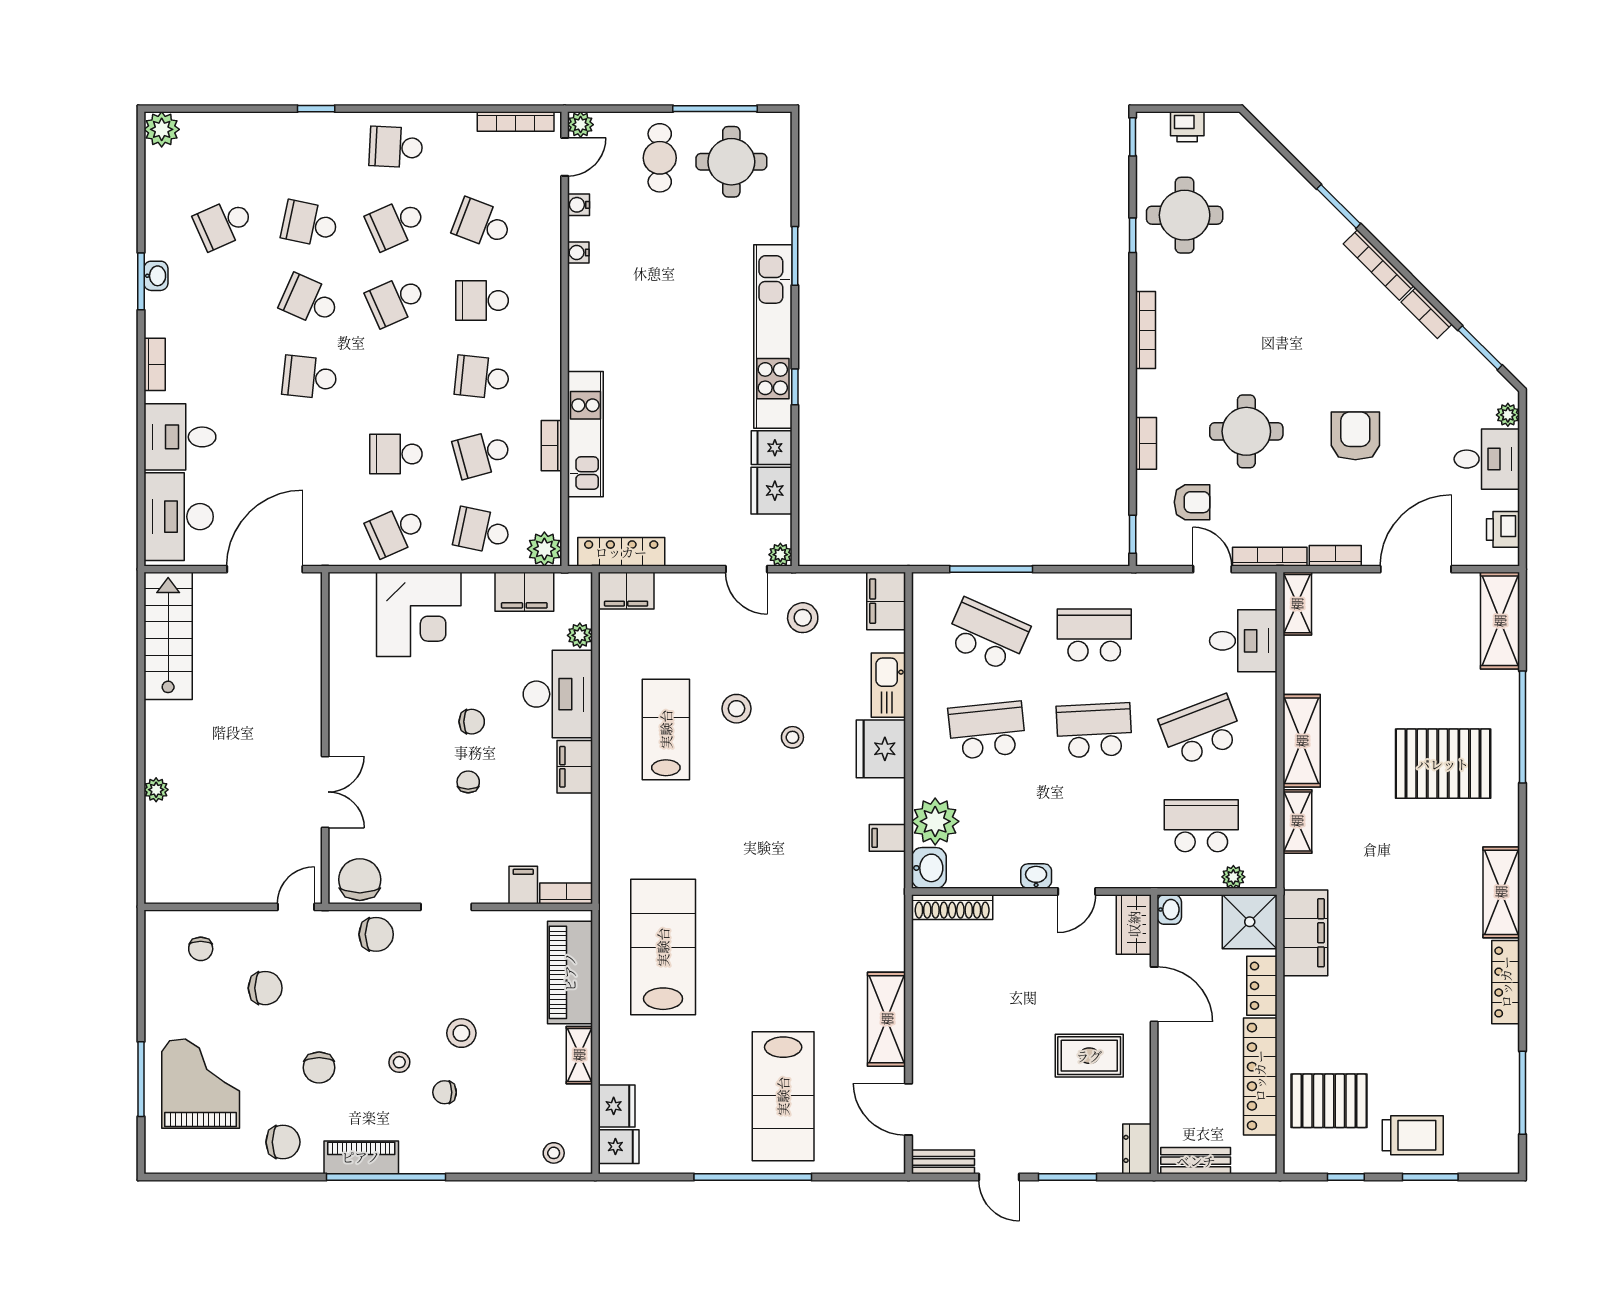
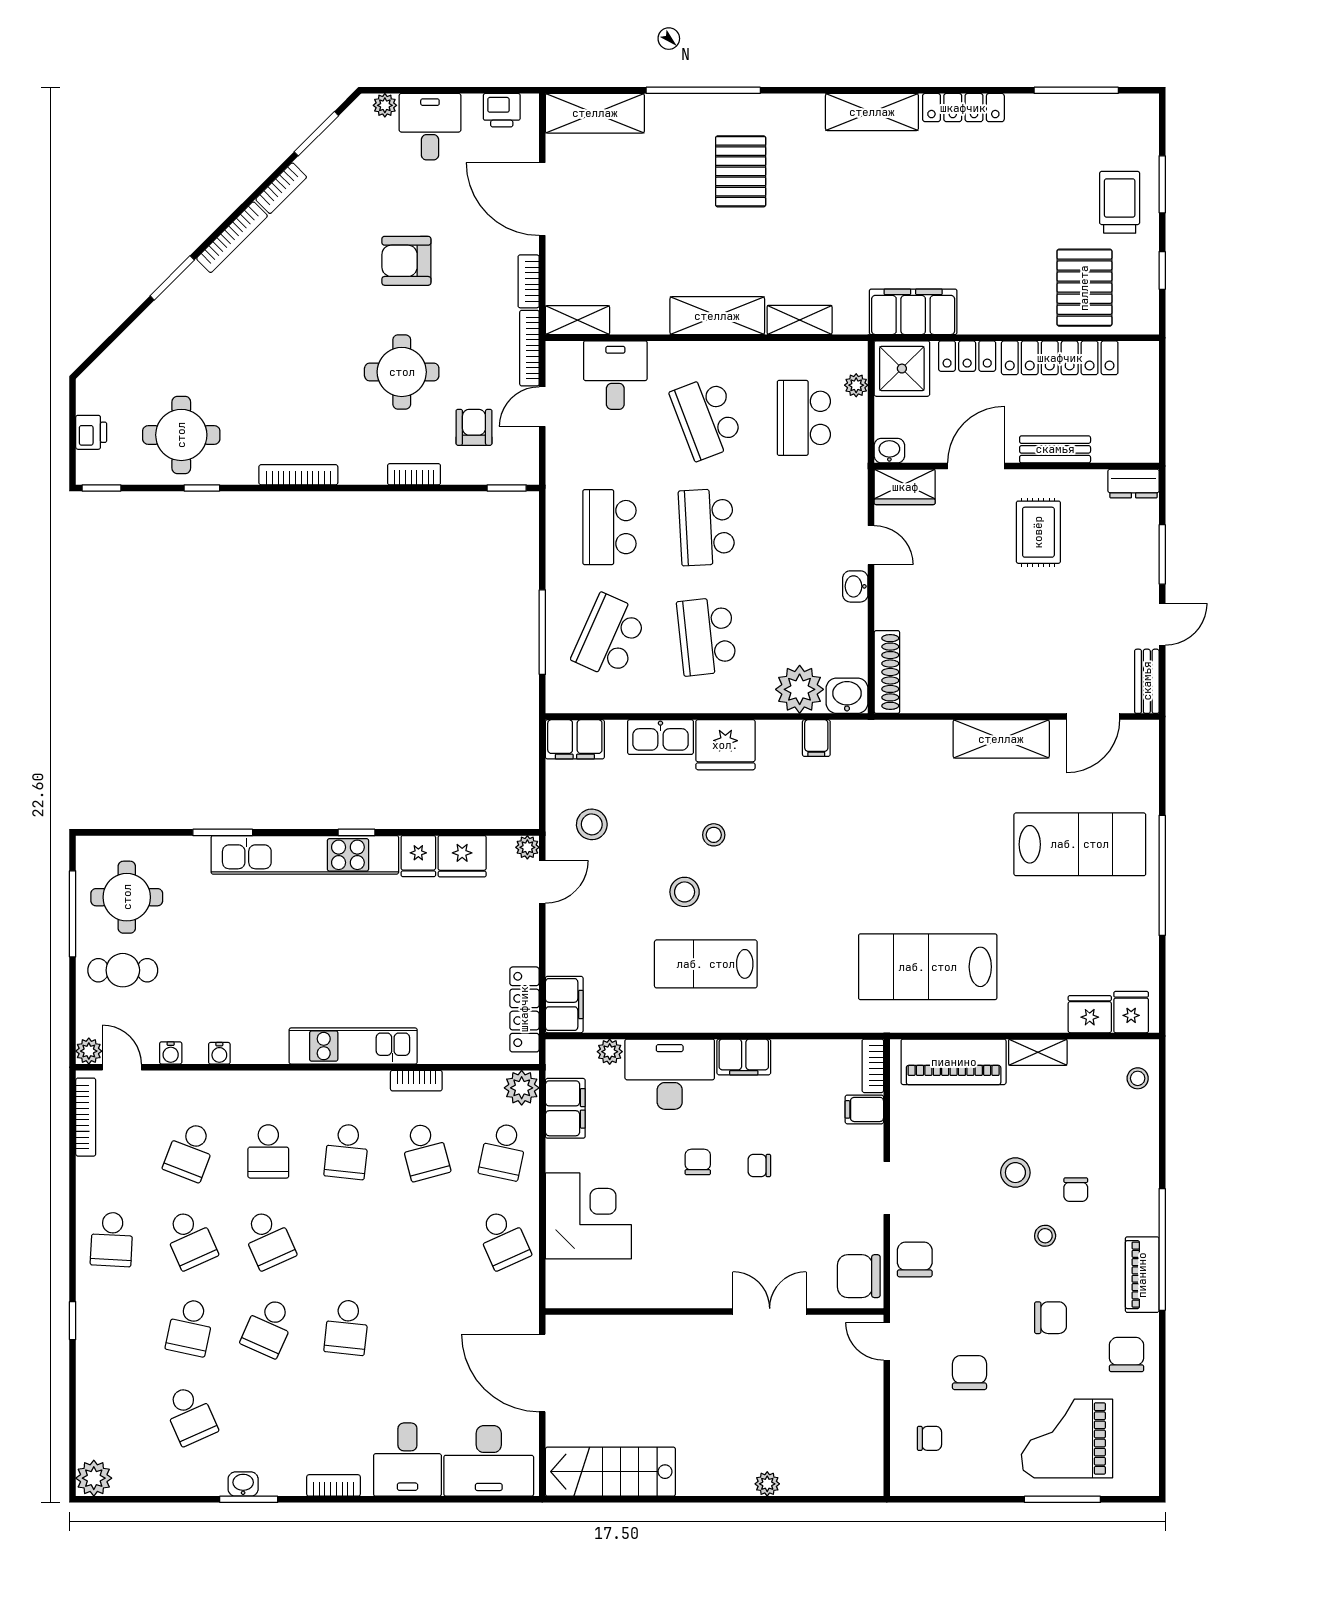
kitchen unit: (585, 434) -> (353, 1046), moved
school desk: (396, 454) -> (425, 1239), removed
pallet: (1443, 764) -> (741, 171), width x0.73, depth x0.71
bench: (1196, 1161) -> (1055, 449), moved, turned 90

